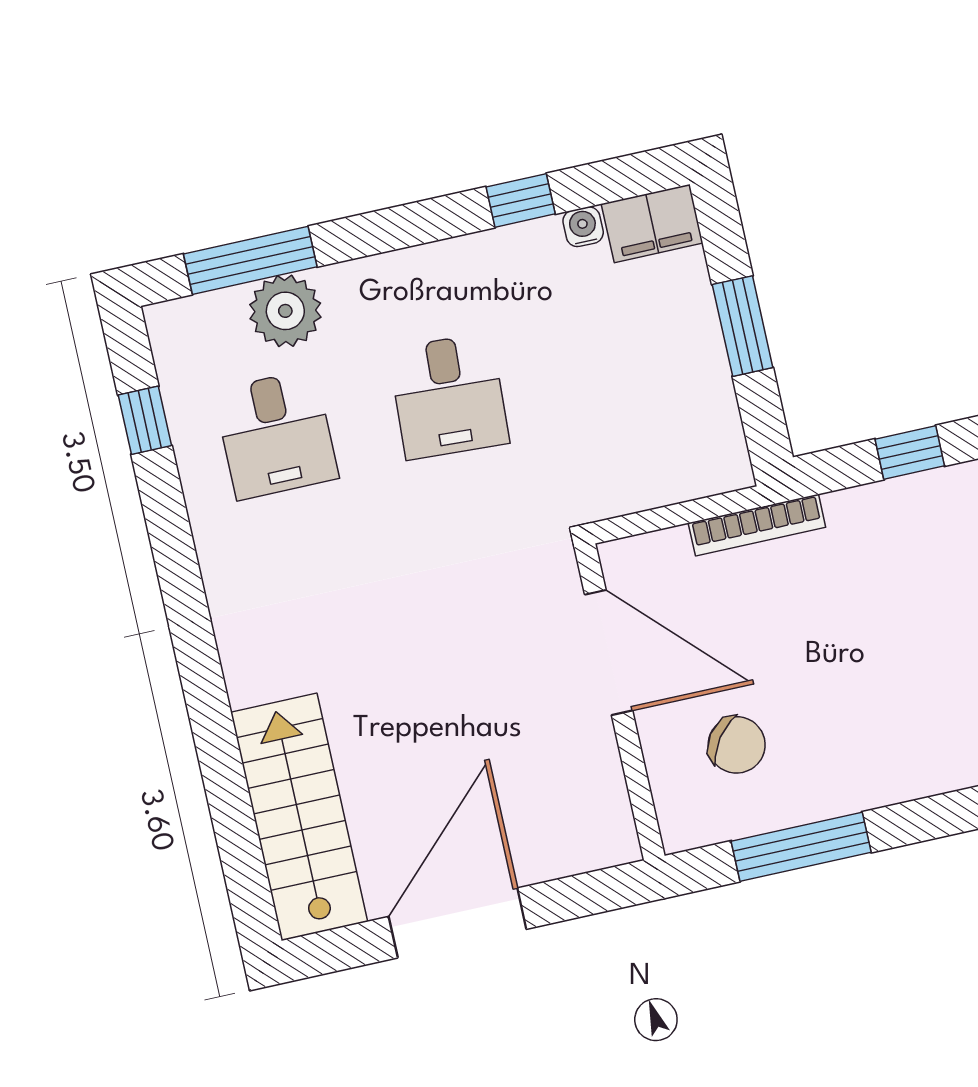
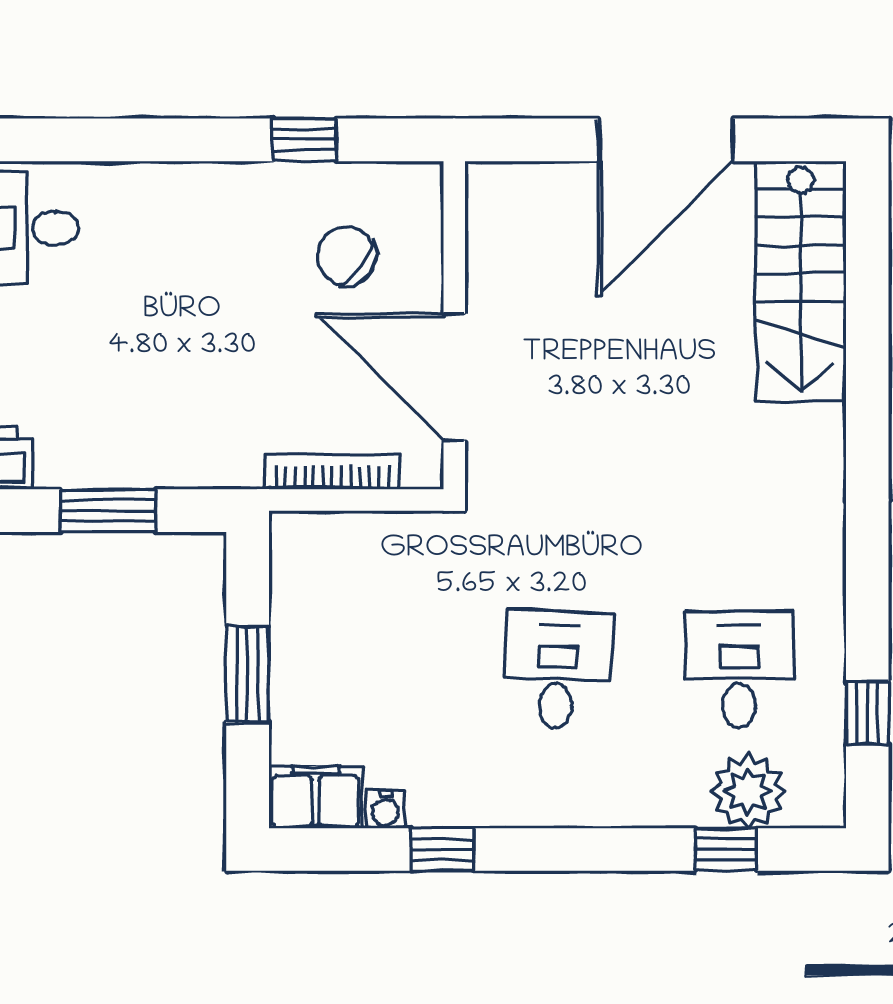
window: (250, 260) -> (726, 850), width x0.46
plant: (285, 311) -> (748, 791), moved
window: (910, 453) -> (108, 511), width x1.50
bookcase: (757, 525) -> (332, 472), moved
window: (801, 847) -> (305, 140), width x0.46

